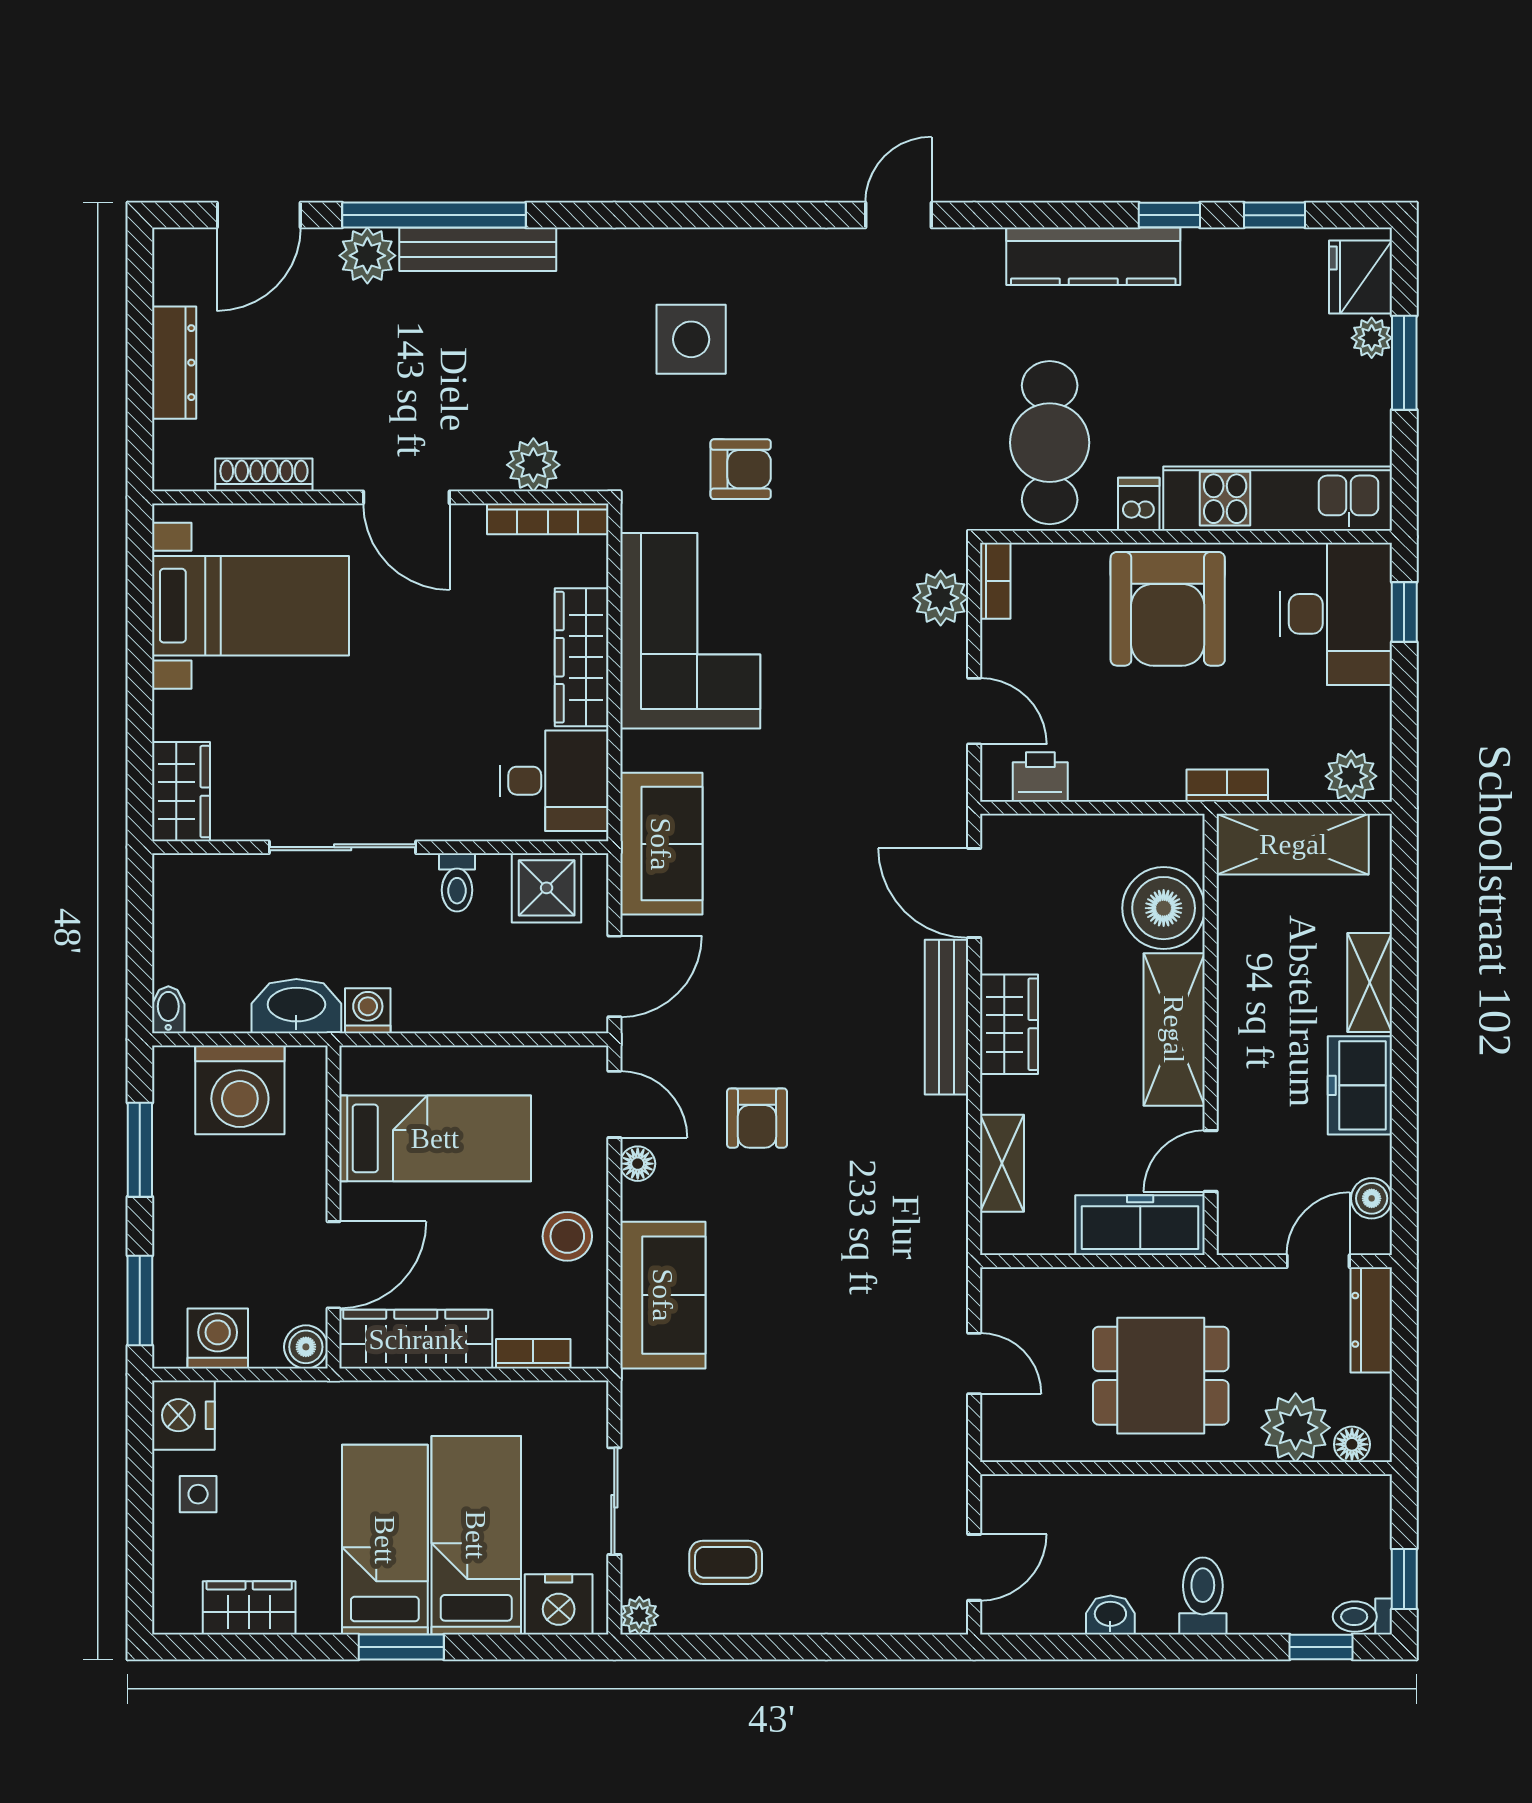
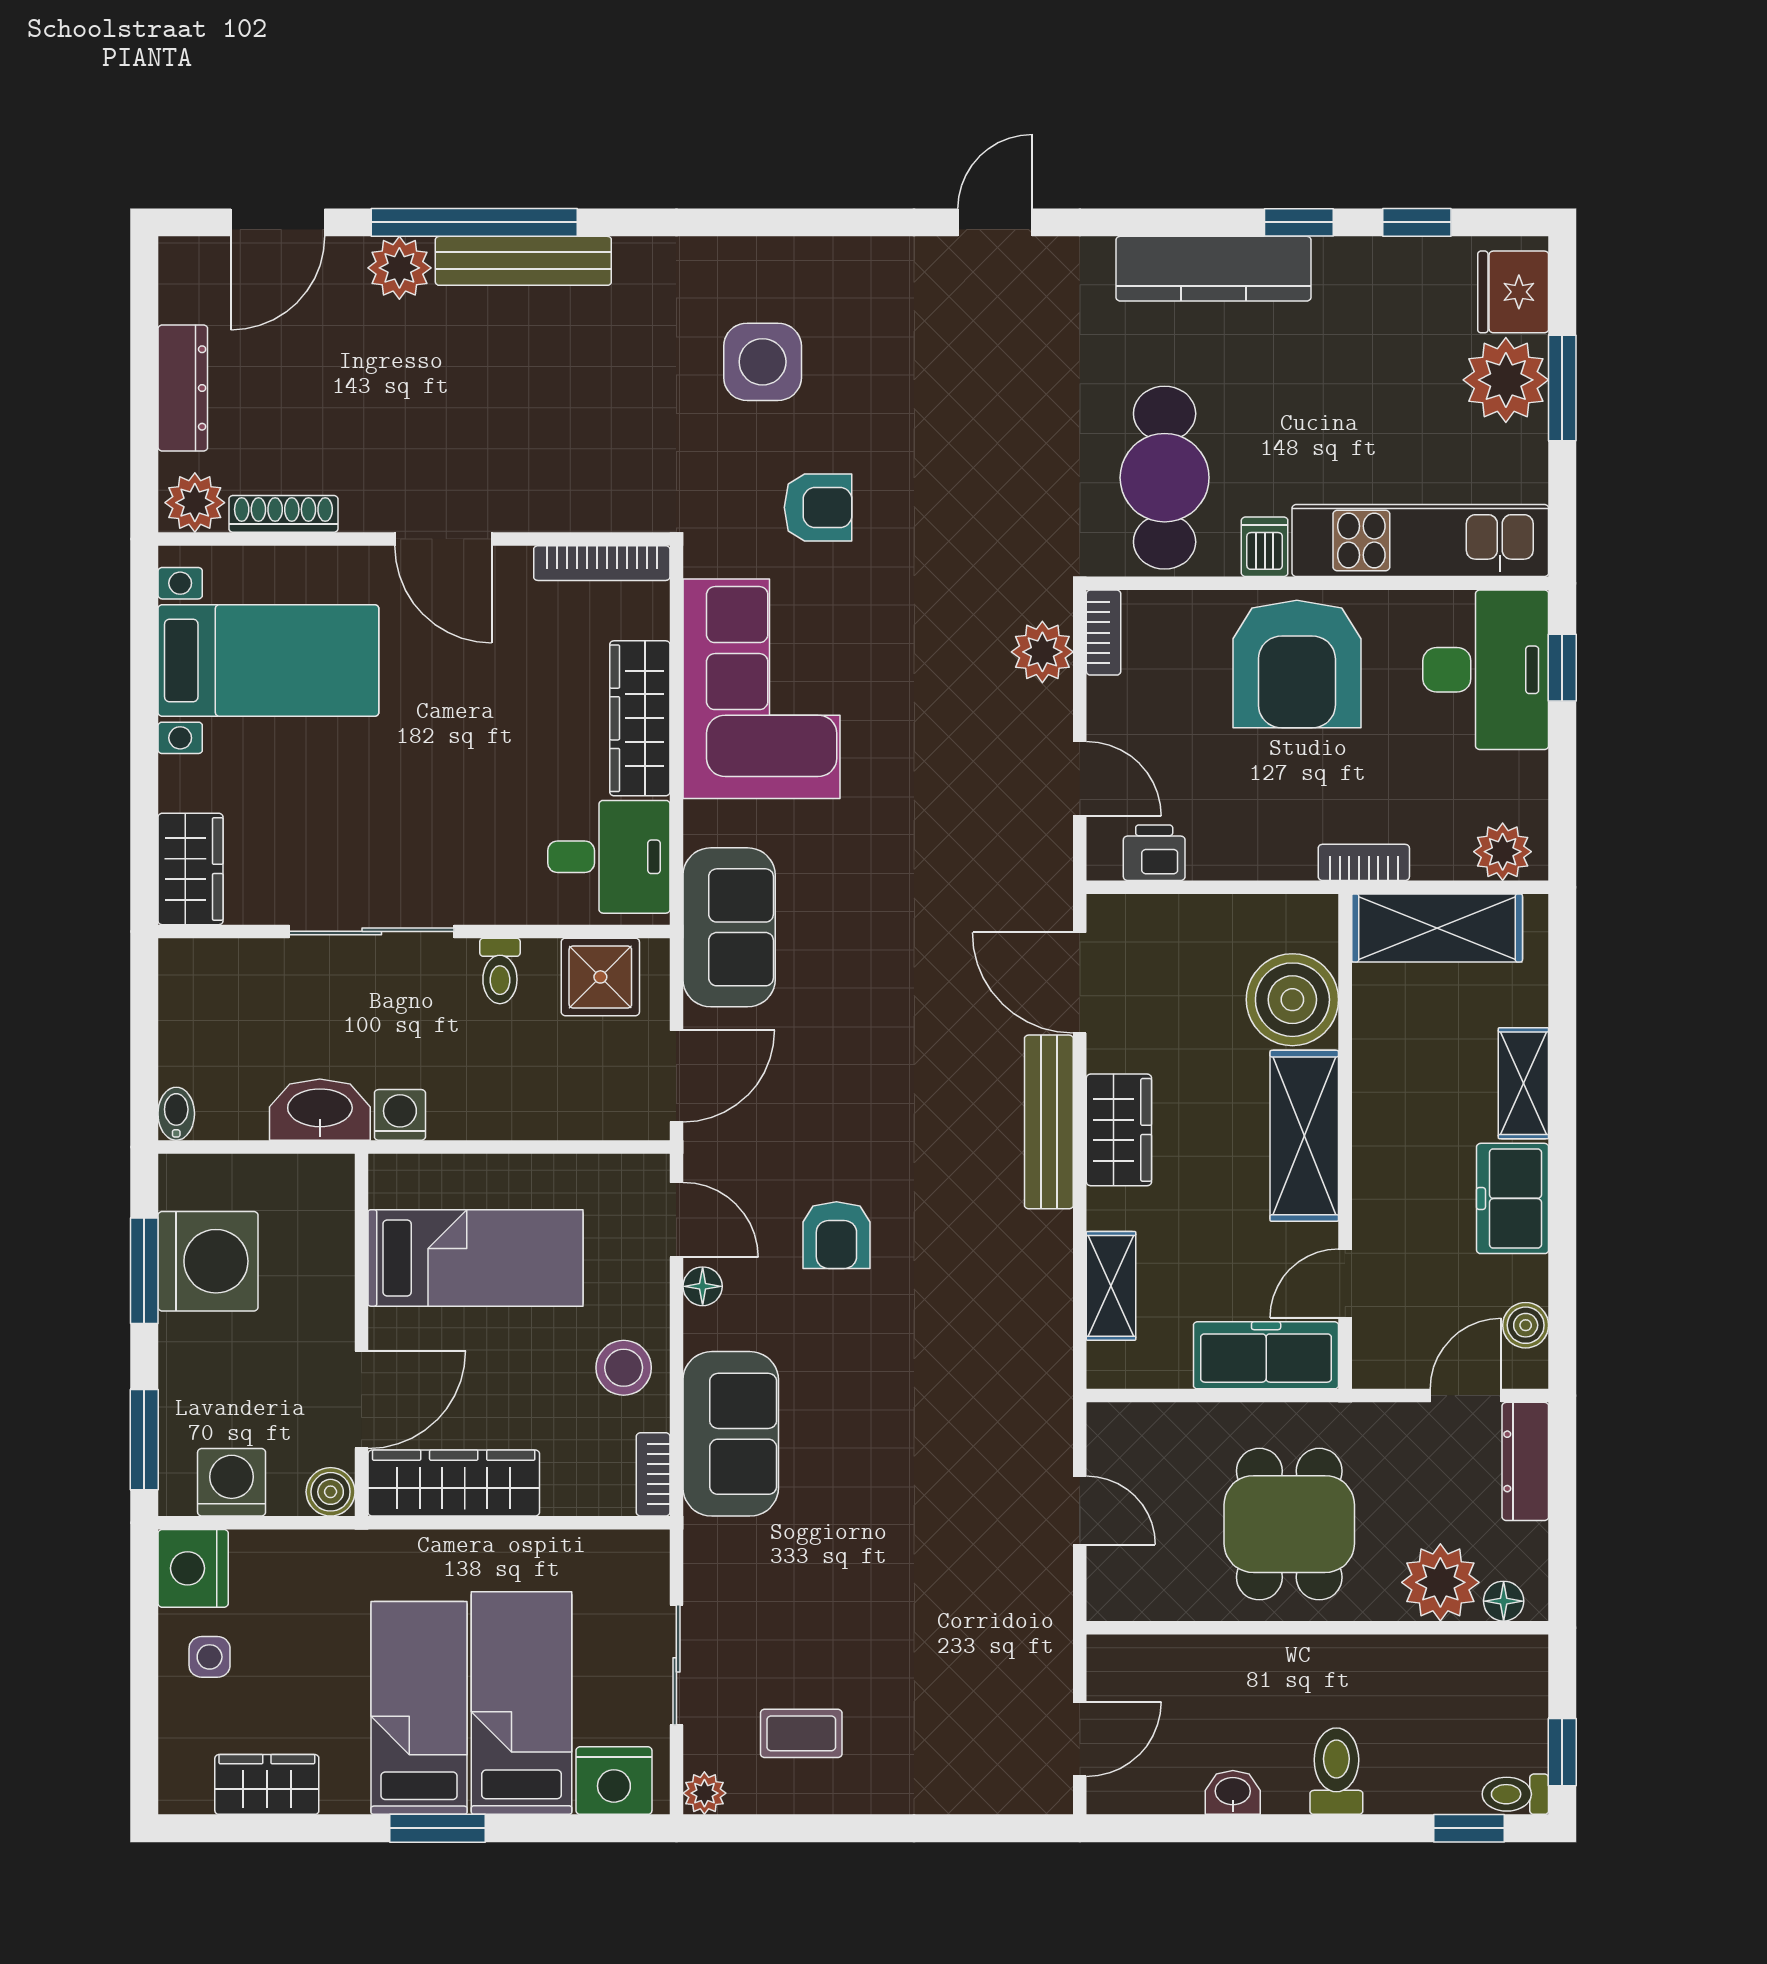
plant: (1372, 338) -> (1506, 380), width x1.88, depth x1.88
plant: (533, 465) -> (195, 503), moved
washing machine: (240, 1090) -> (208, 1261), moved, turned -90
bookcase: (533, 1354) -> (653, 1474), moved, turned -90
dining table: (1161, 1376) -> (1289, 1524), turned 90

